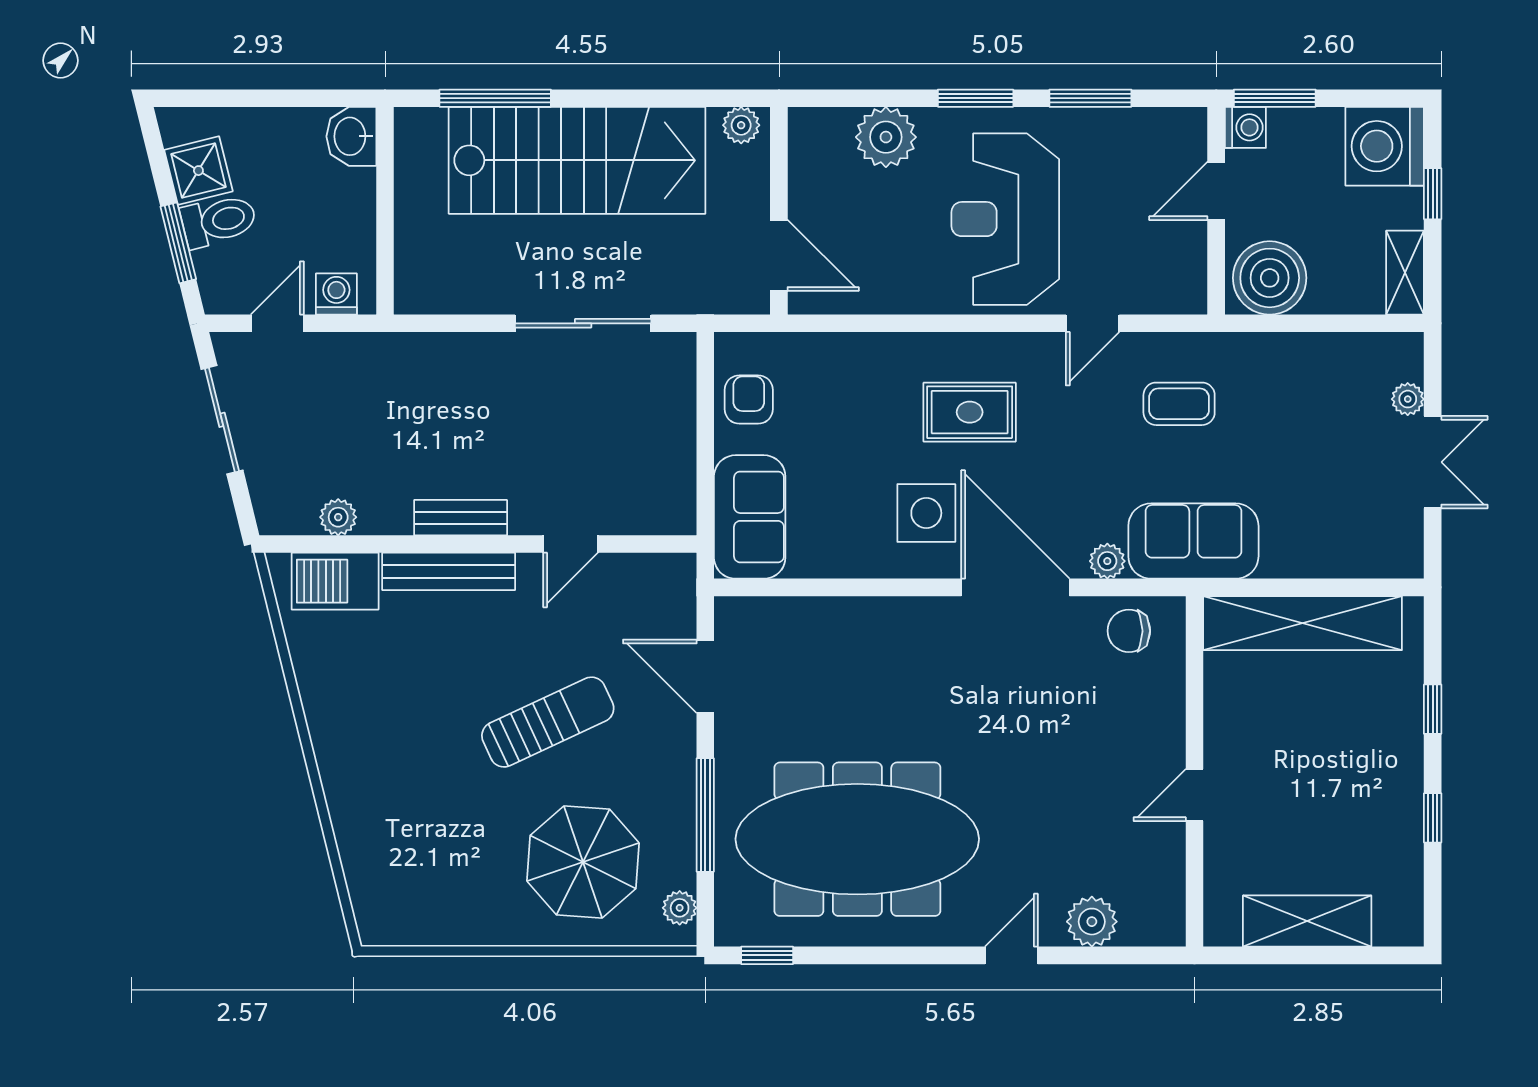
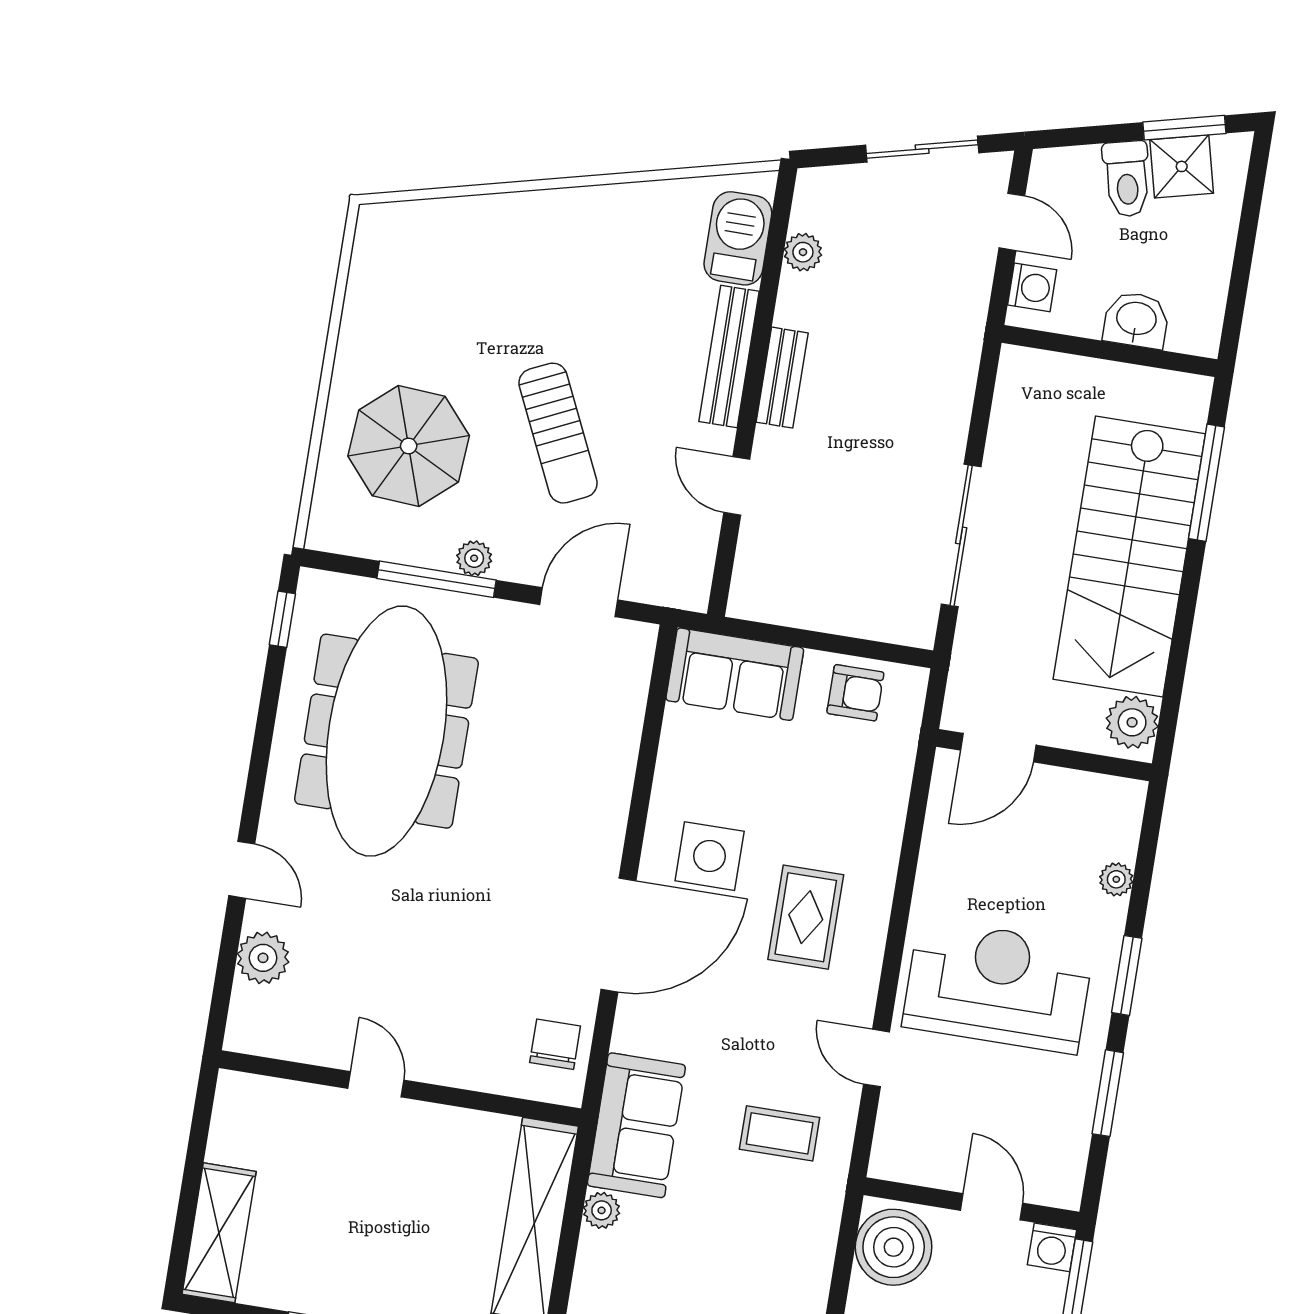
plant: (741, 125) -> (1132, 722), width x1.38, depth x1.38
washbasin: (351, 136) -> (1136, 320), moved
plant: (886, 137) -> (1116, 879), width x0.53, depth x0.53
window: (178, 243) -> (1184, 128), moved
coffee table: (1179, 404) -> (780, 1133), turned 90
plant: (1107, 561) -> (602, 1210), moved
plant: (680, 908) -> (474, 558), moved
shelving: (1307, 921) -> (219, 1233), moved

